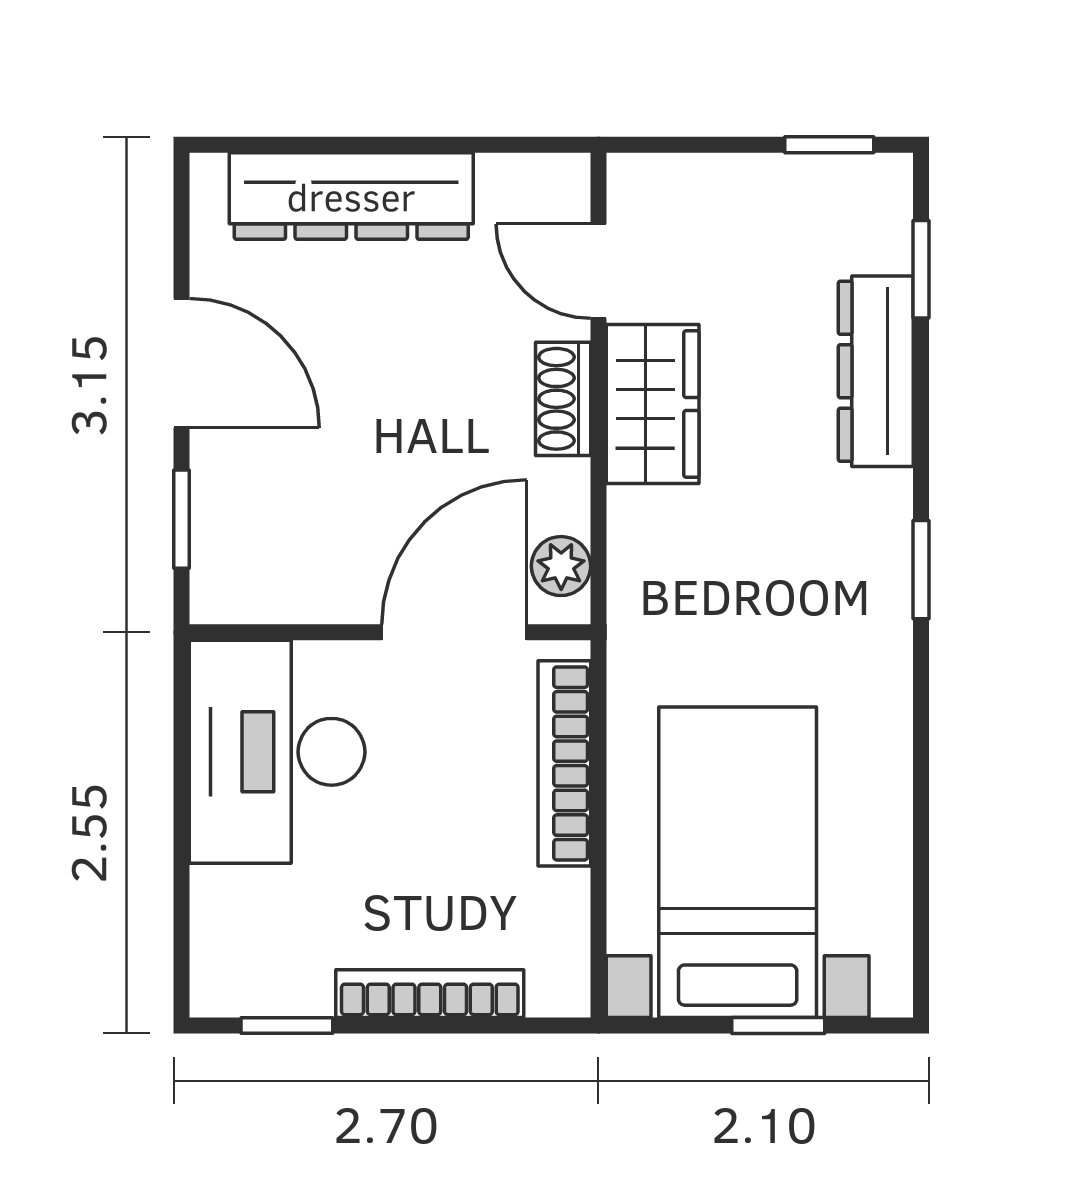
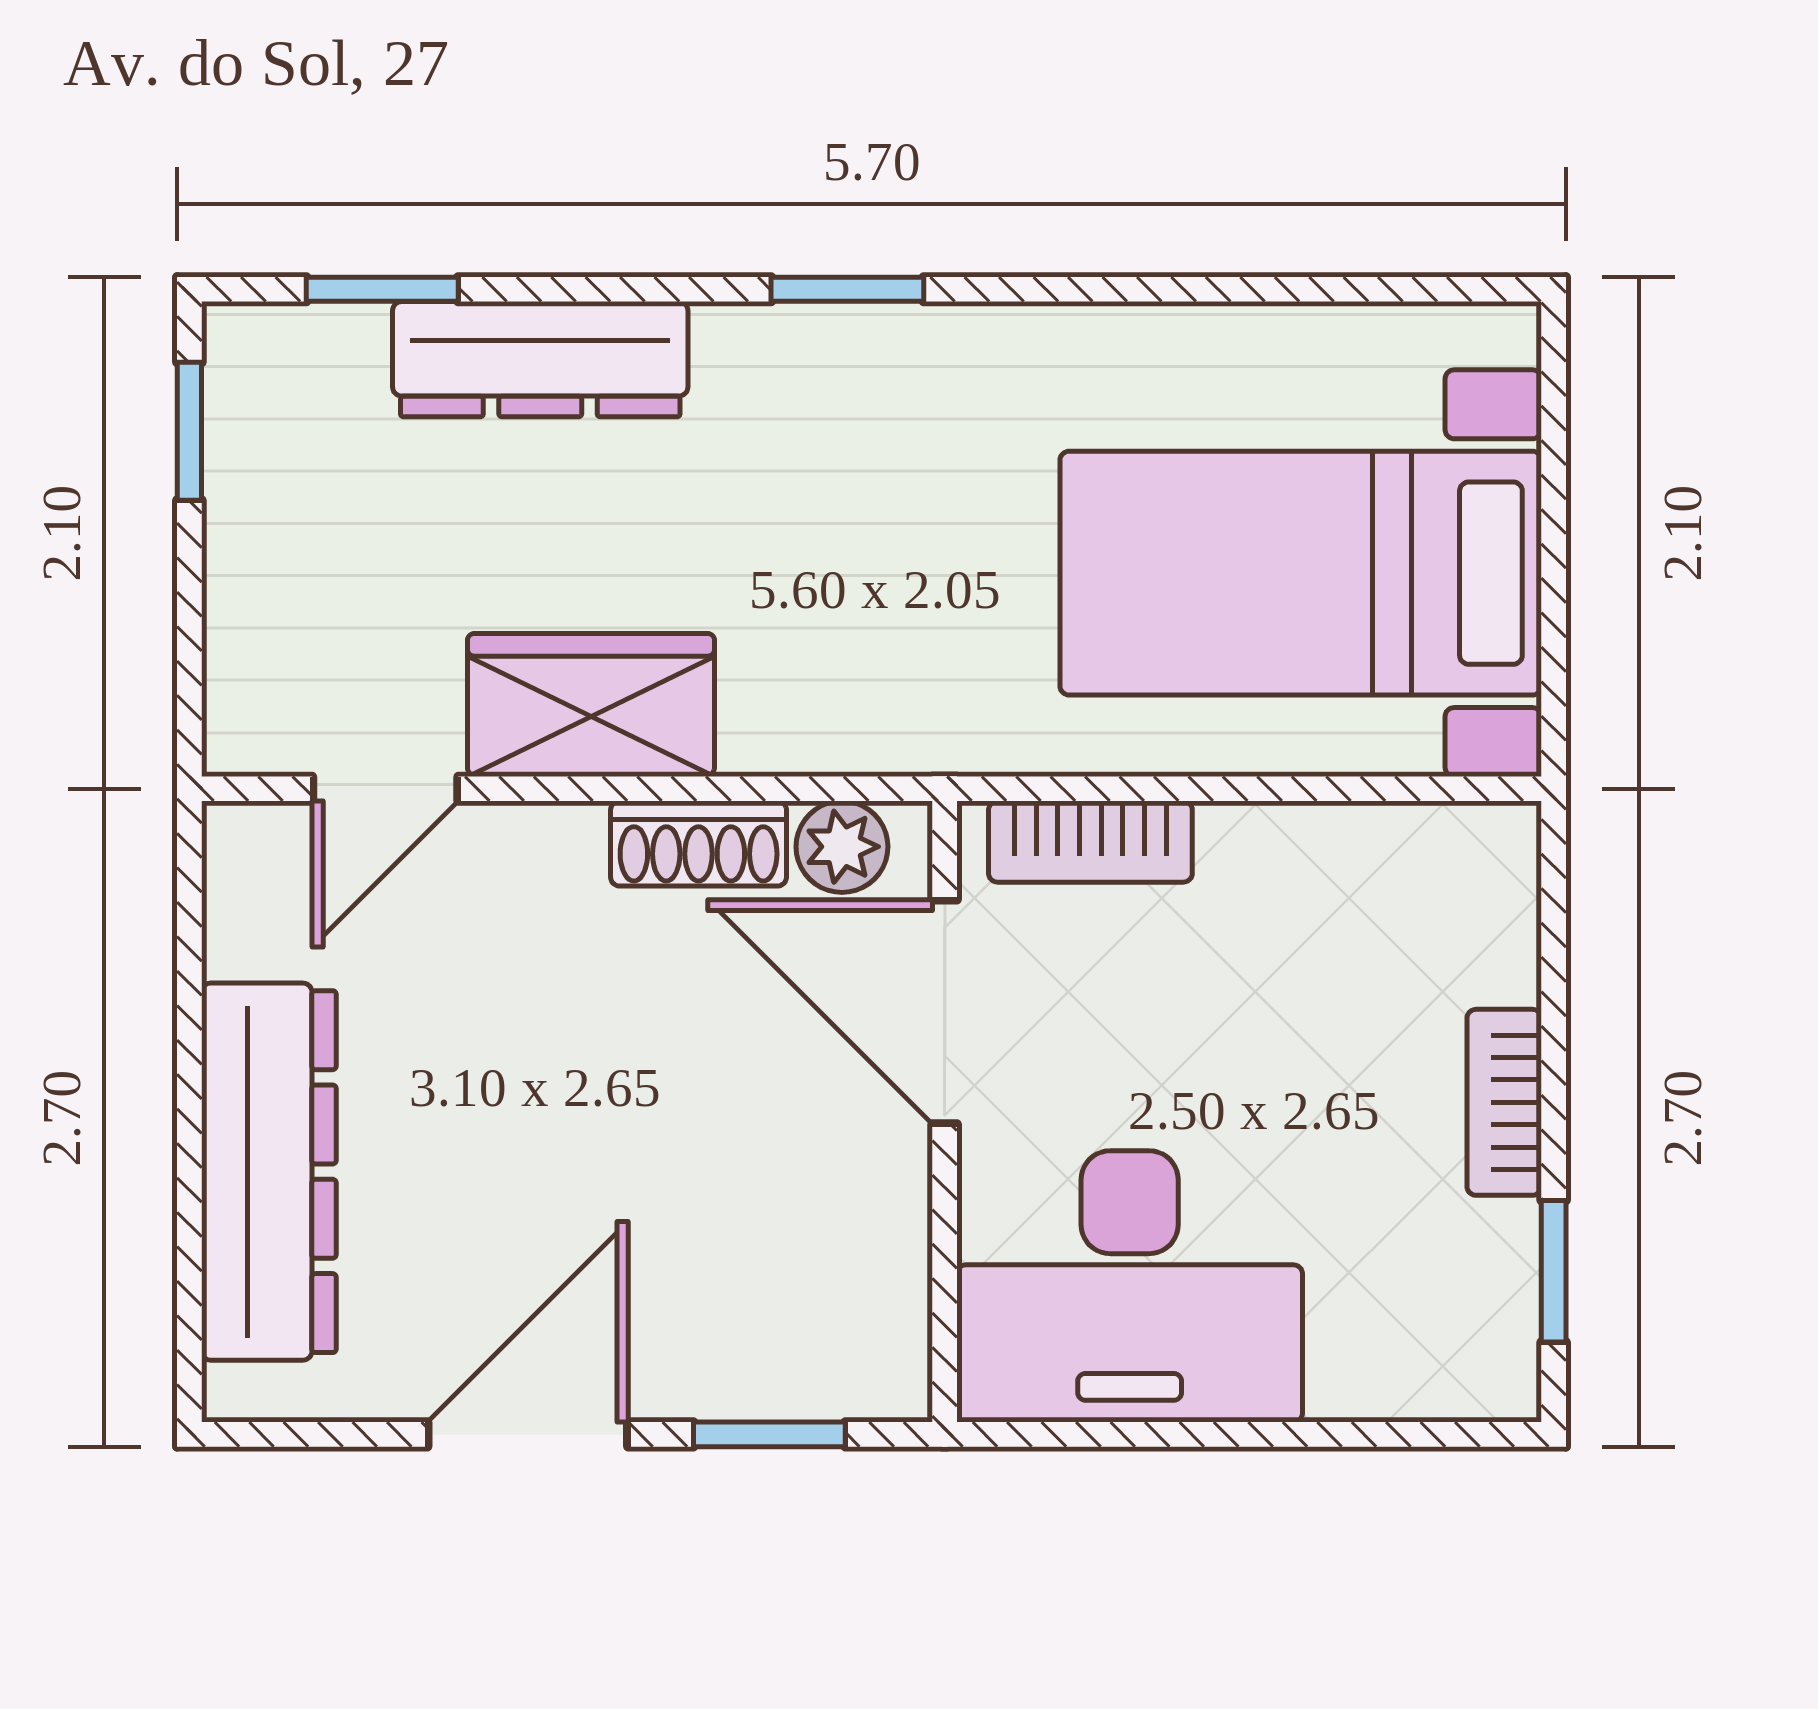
shoe rack: (563, 399) -> (699, 844), moved
bookcase: (564, 763) -> (1090, 842), width x0.64
bookcase: (430, 994) -> (1504, 1102), width x0.64
window: (778, 1026) -> (1554, 510), removed

